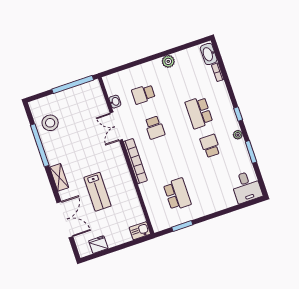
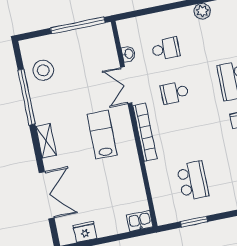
school desk: (143, 94) -> (166, 49), turned 180
school desk: (155, 128) -> (175, 93), turned 90
lab bench: (98, 192) -> (102, 135), moved, turned 180

